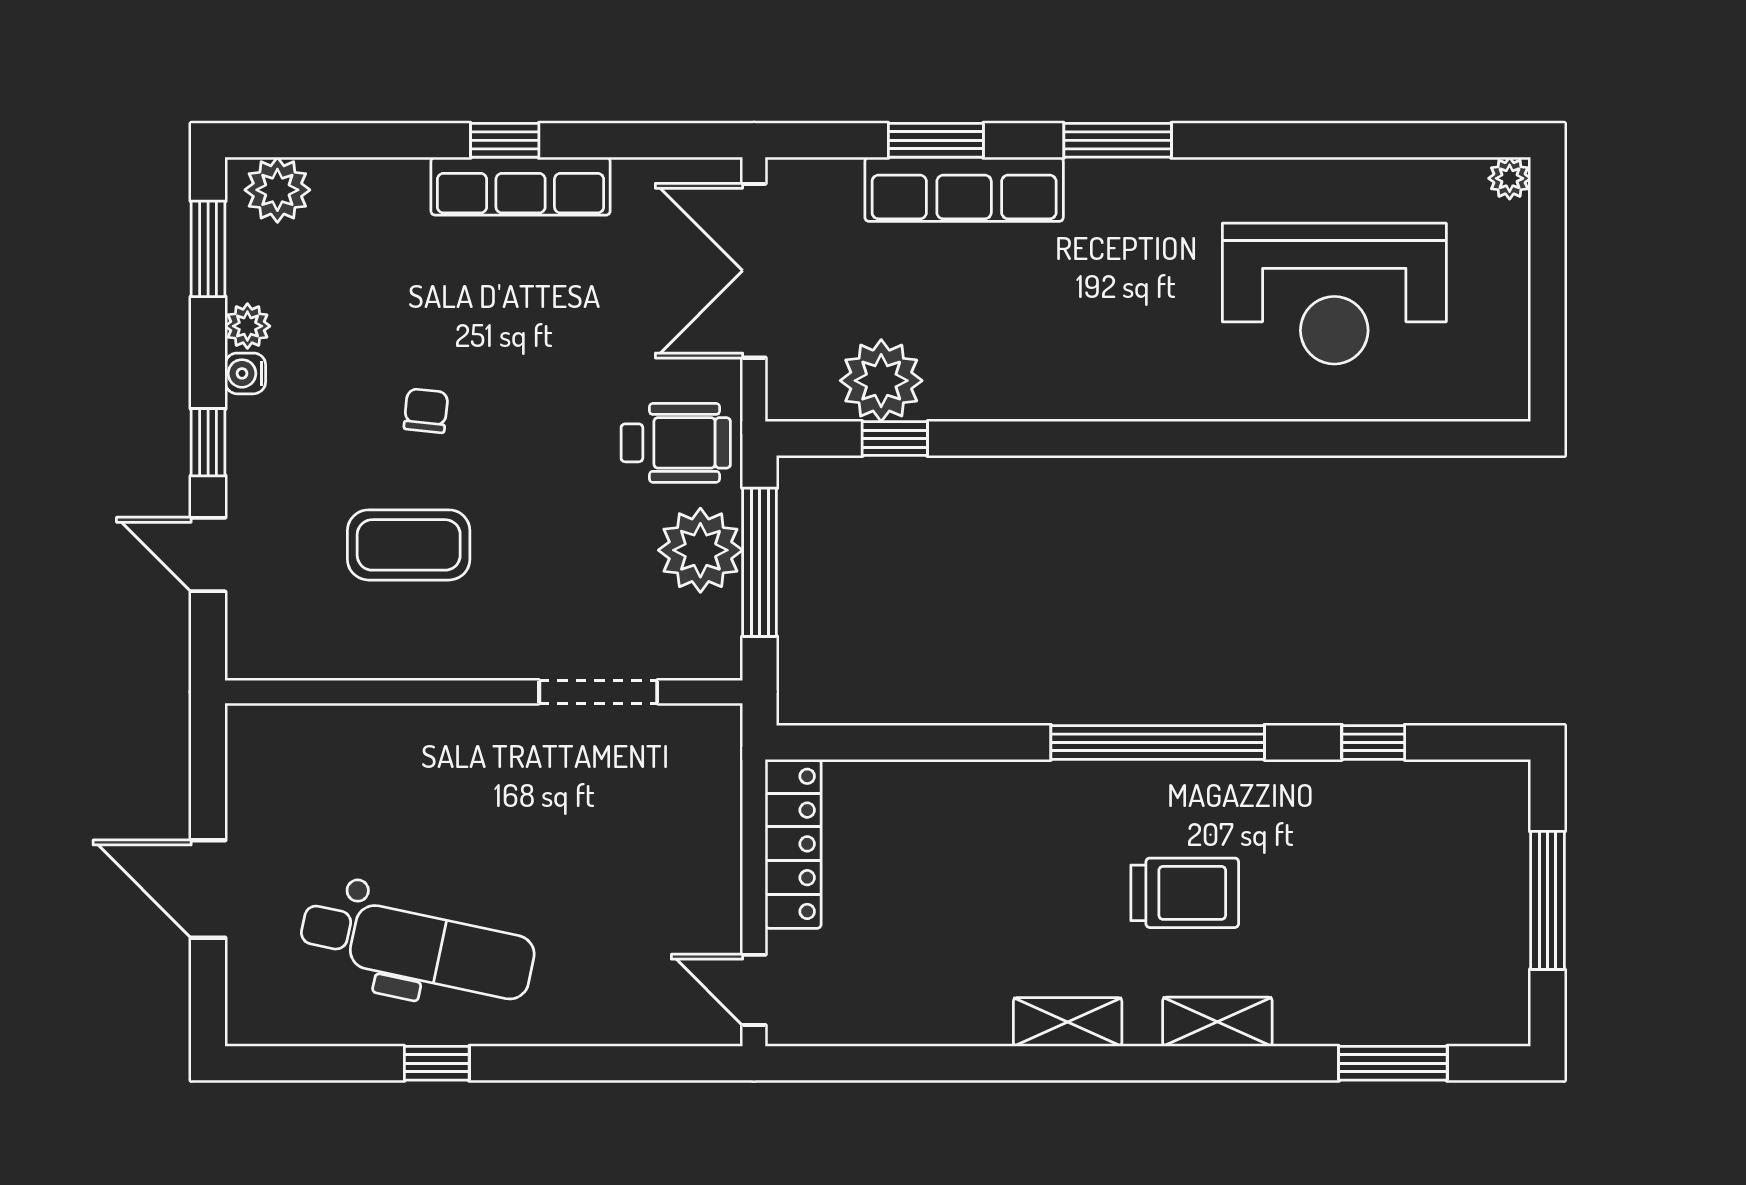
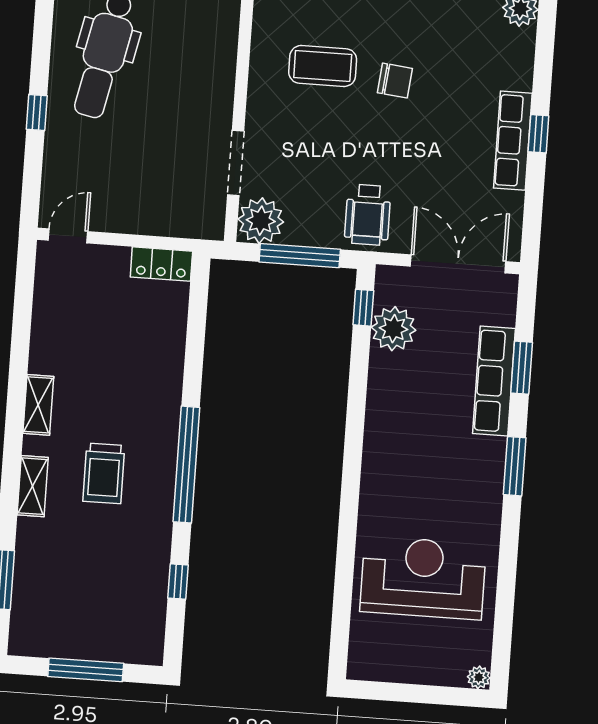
reception desk: (1334, 294) -> (423, 578), turned 90
chair: (426, 411) -> (395, 81), width x1.37, depth x1.37
window: (895, 439) -> (363, 308), moved
coffee table: (409, 545) -> (323, 66), turned 90
plant: (700, 550) -> (261, 221), moved
locker: (793, 844) -> (161, 264), width x0.66
window: (437, 1063) -> (37, 112), moved

